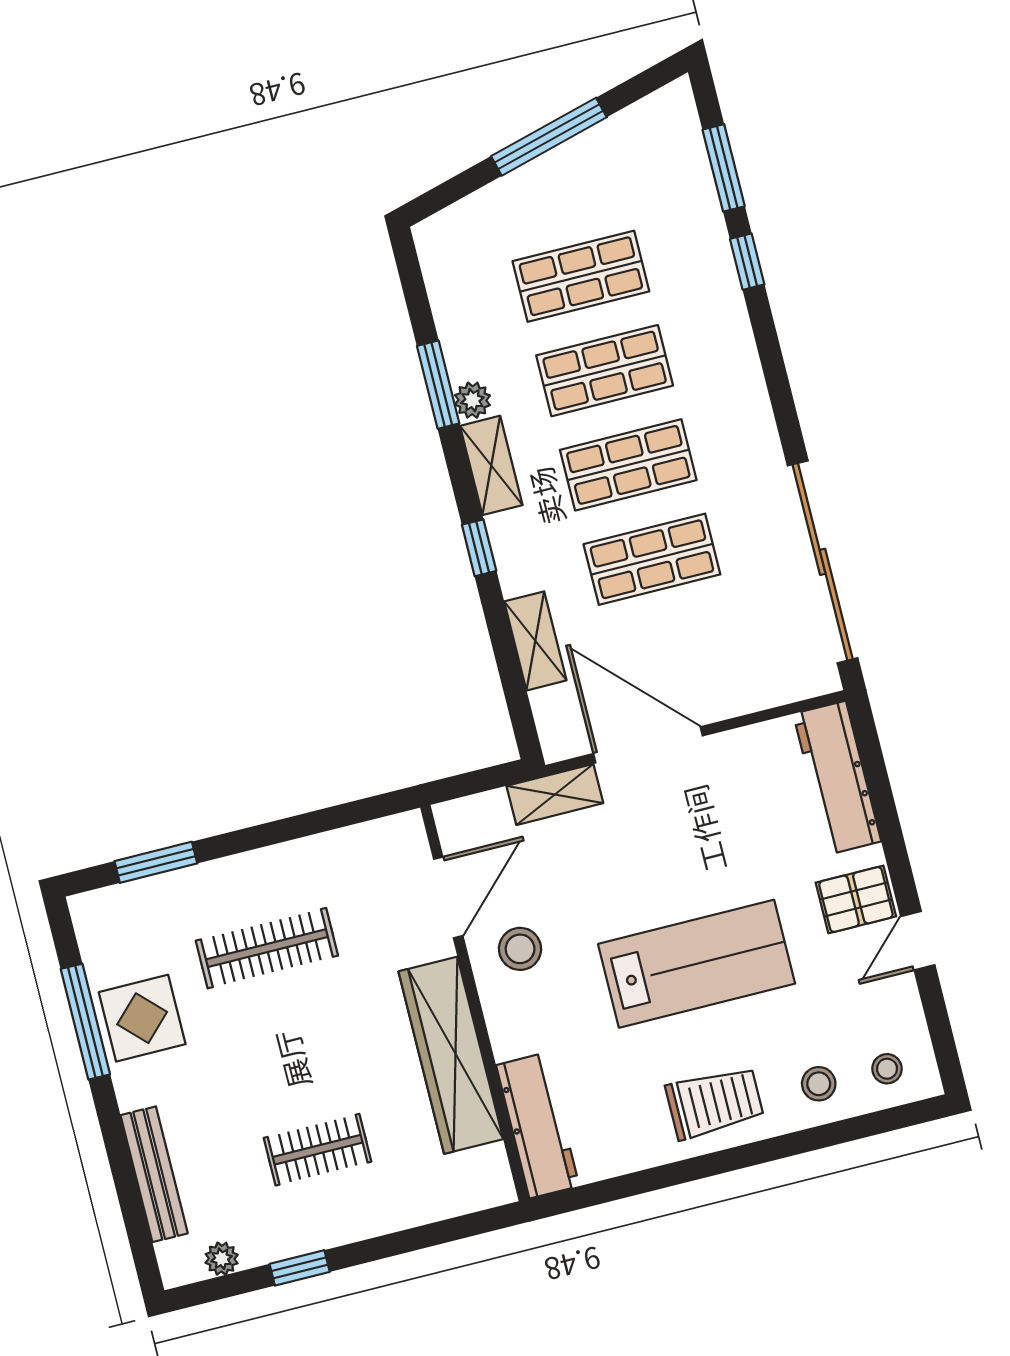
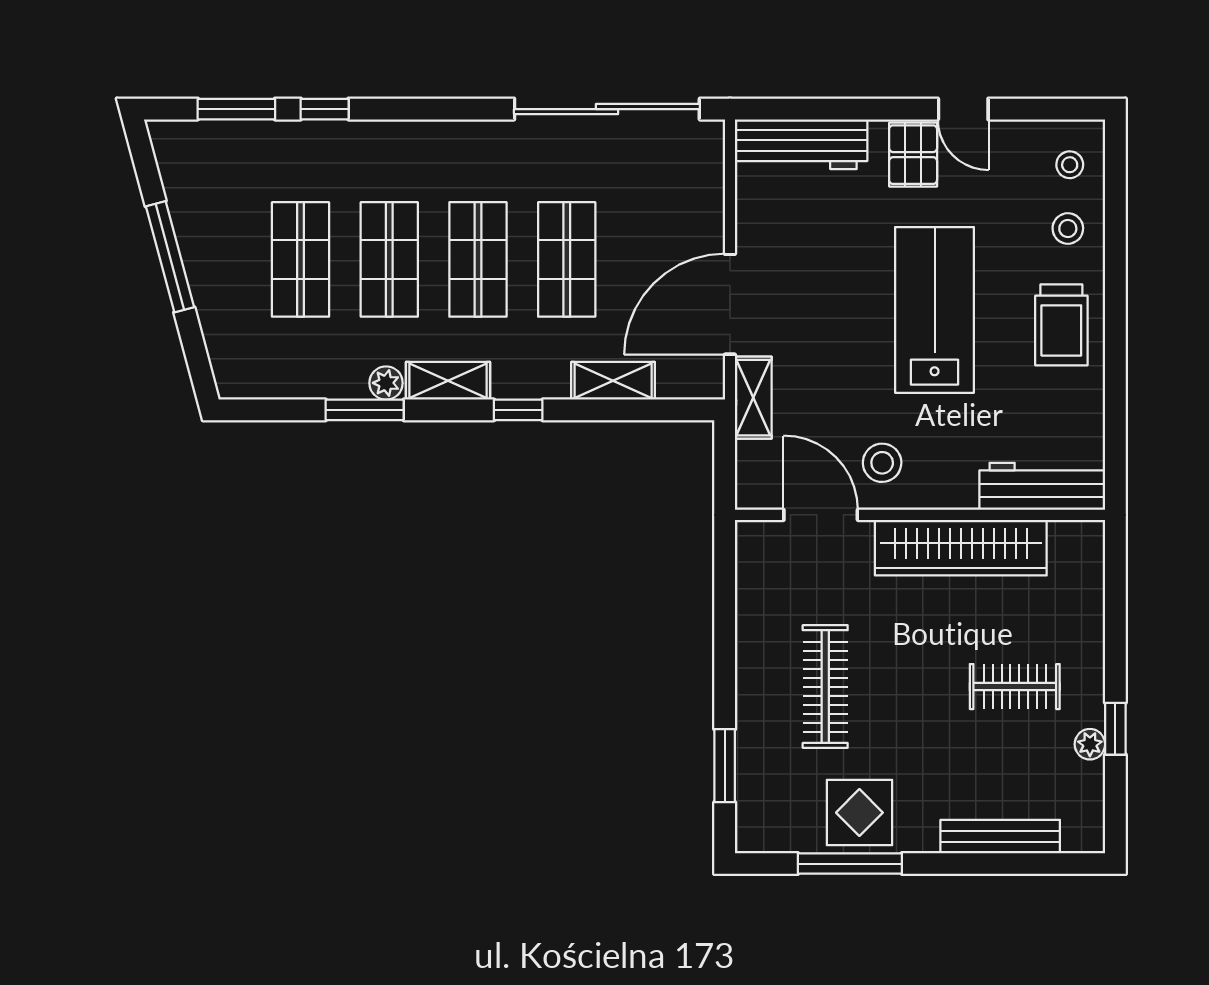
trolley: (715, 1103) -> (1061, 325), turned 180
clothes rail: (318, 1150) -> (1015, 687), turned 90
plant: (222, 1259) -> (1090, 744), moved

